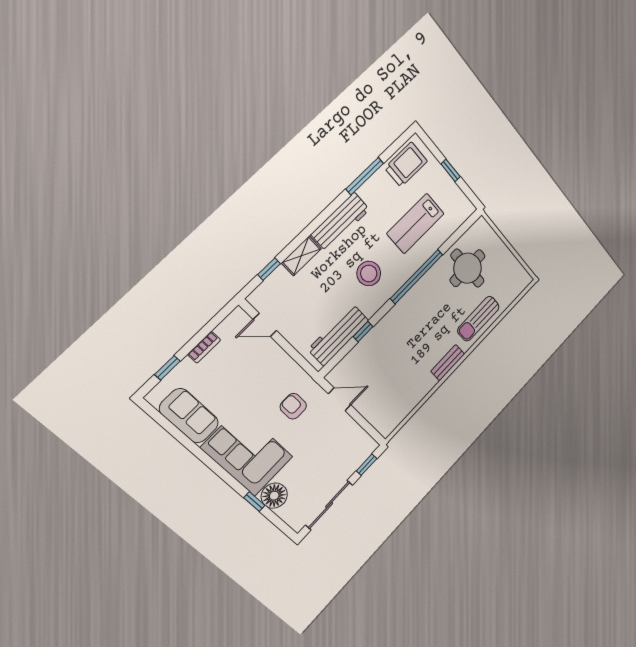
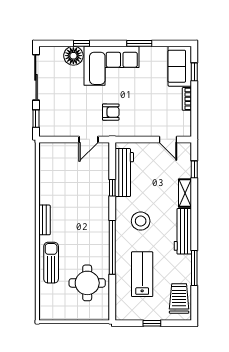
trolley: (406, 165) -> (179, 298), turned 180
door: (265, 325) -> (168, 139), swing flipped
sofa: (189, 416) -> (180, 66), moved, turned 90
window: (196, 450) -> (139, 43), added

